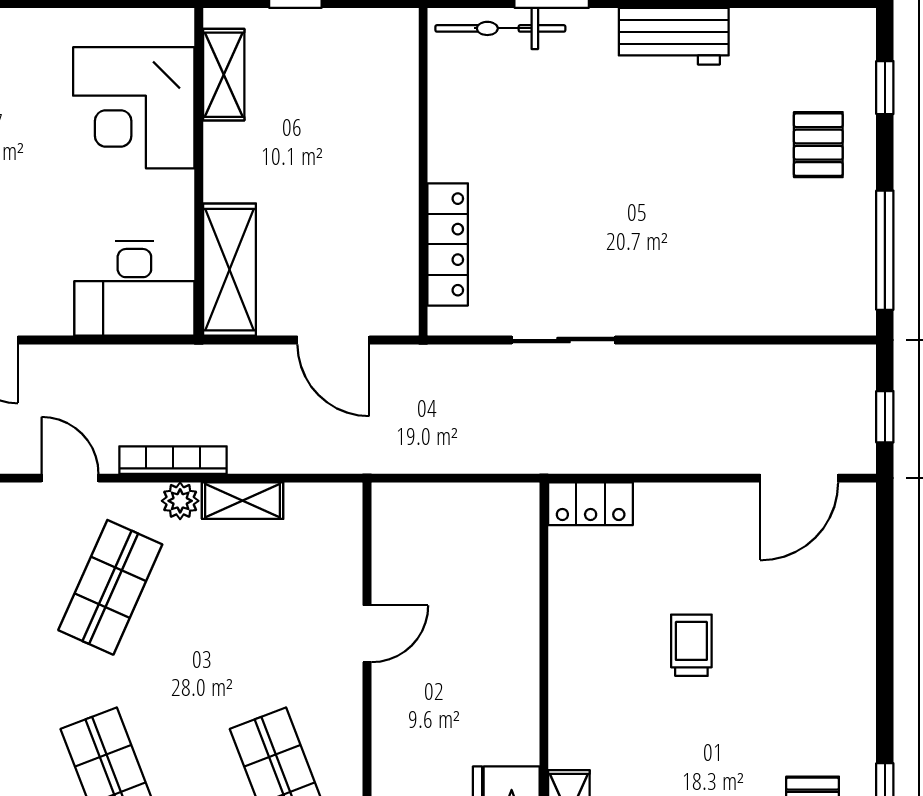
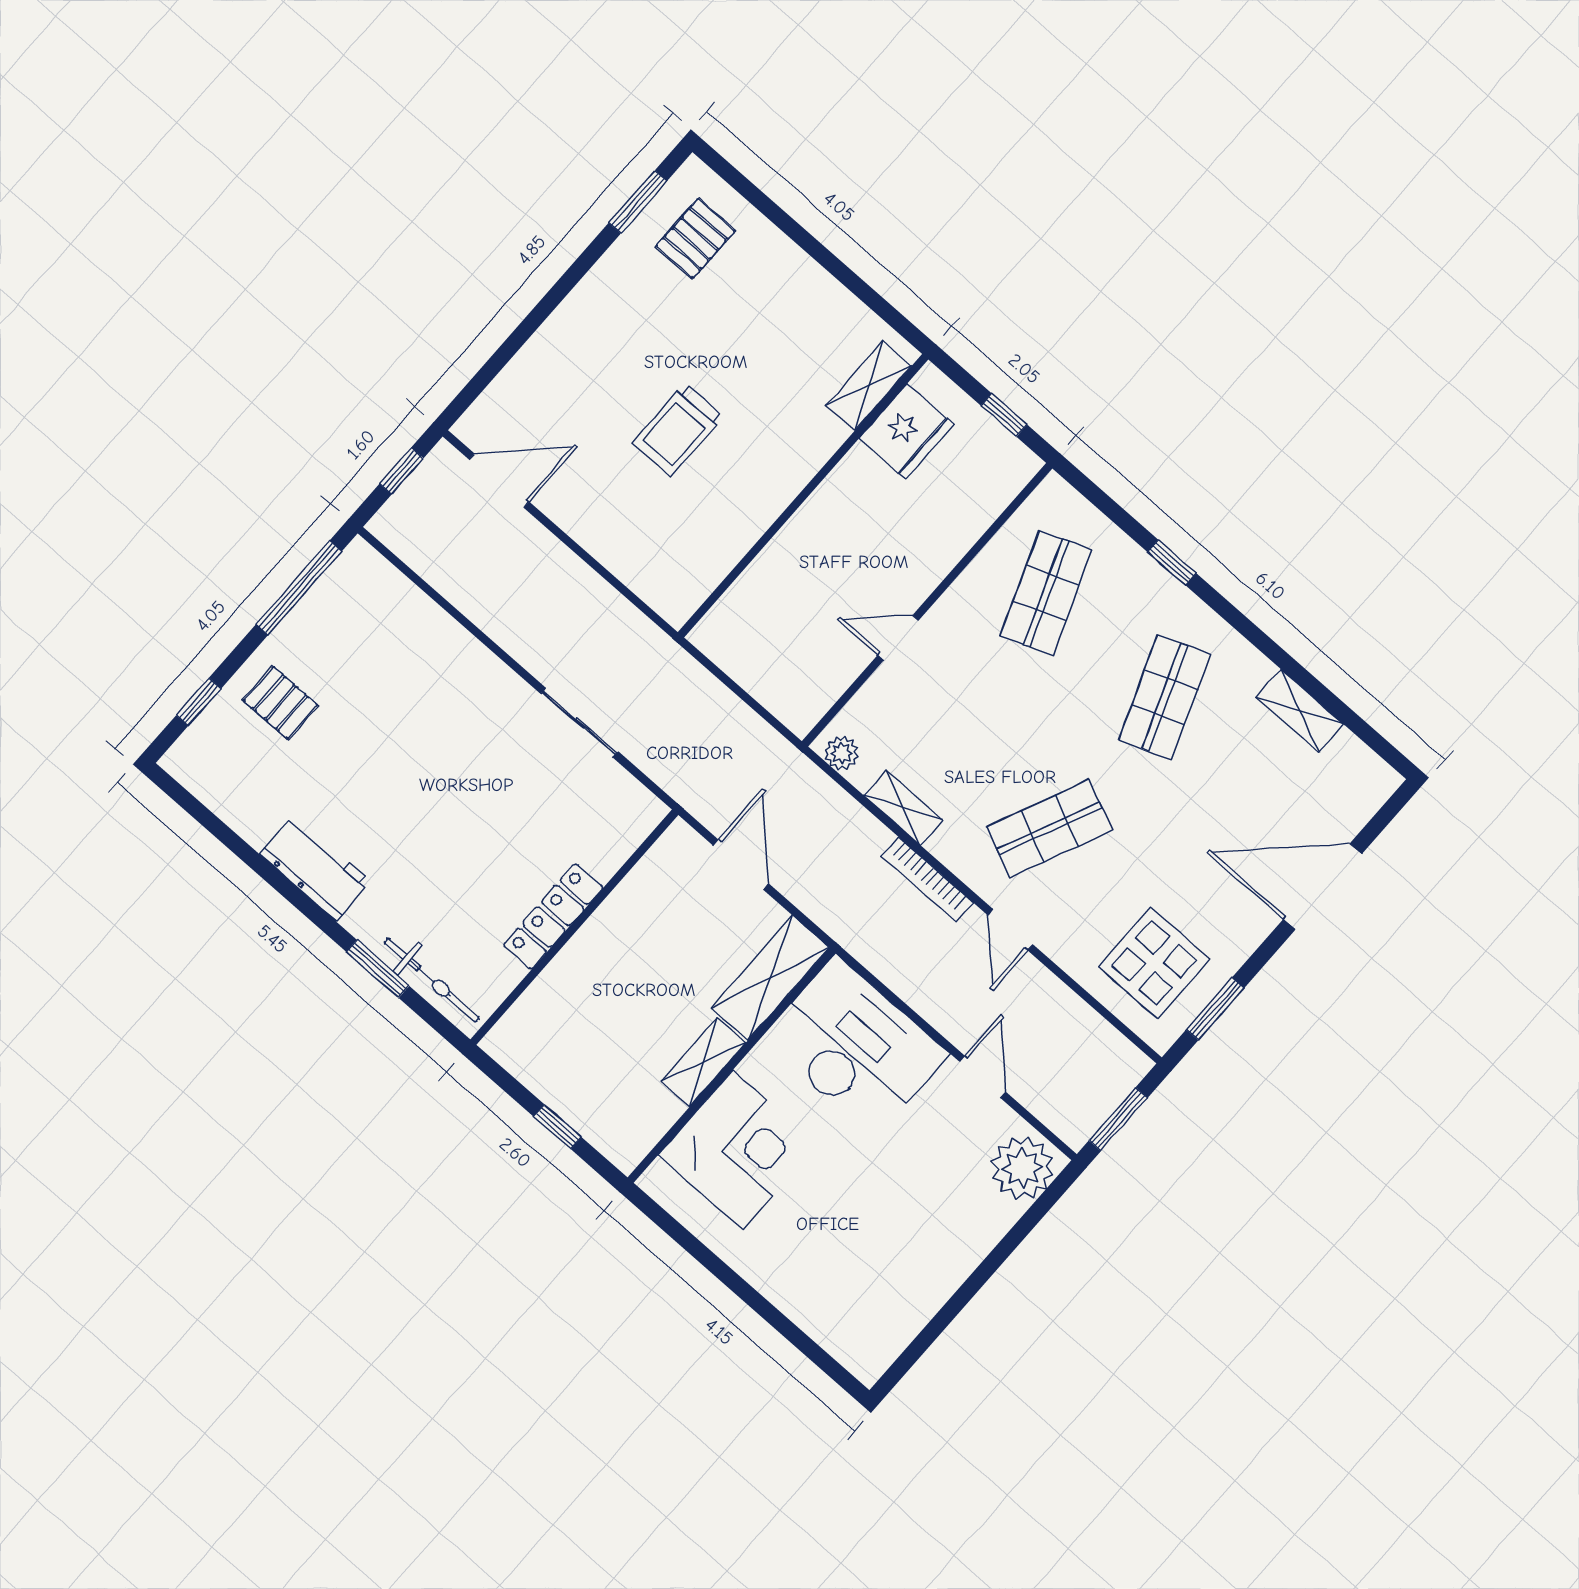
shelving: (224, 75) -> (703, 1062), moved
pallet: (818, 145) -> (280, 703), turned 90
locker: (448, 244) -> (553, 916), moved
desk: (134, 289) -> (855, 1046), width x1.36, depth x1.30
plant: (180, 501) -> (841, 753), moved
locker: (591, 504) -> (661, 591), removed
trolley: (691, 645) -> (678, 430), width x1.36, depth x1.39

